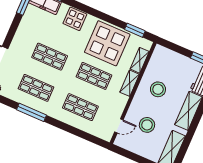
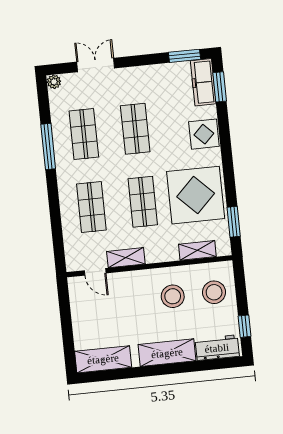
shelving: (130, 83) -> (126, 258), moved
stool: (147, 125) -> (214, 292), moved

